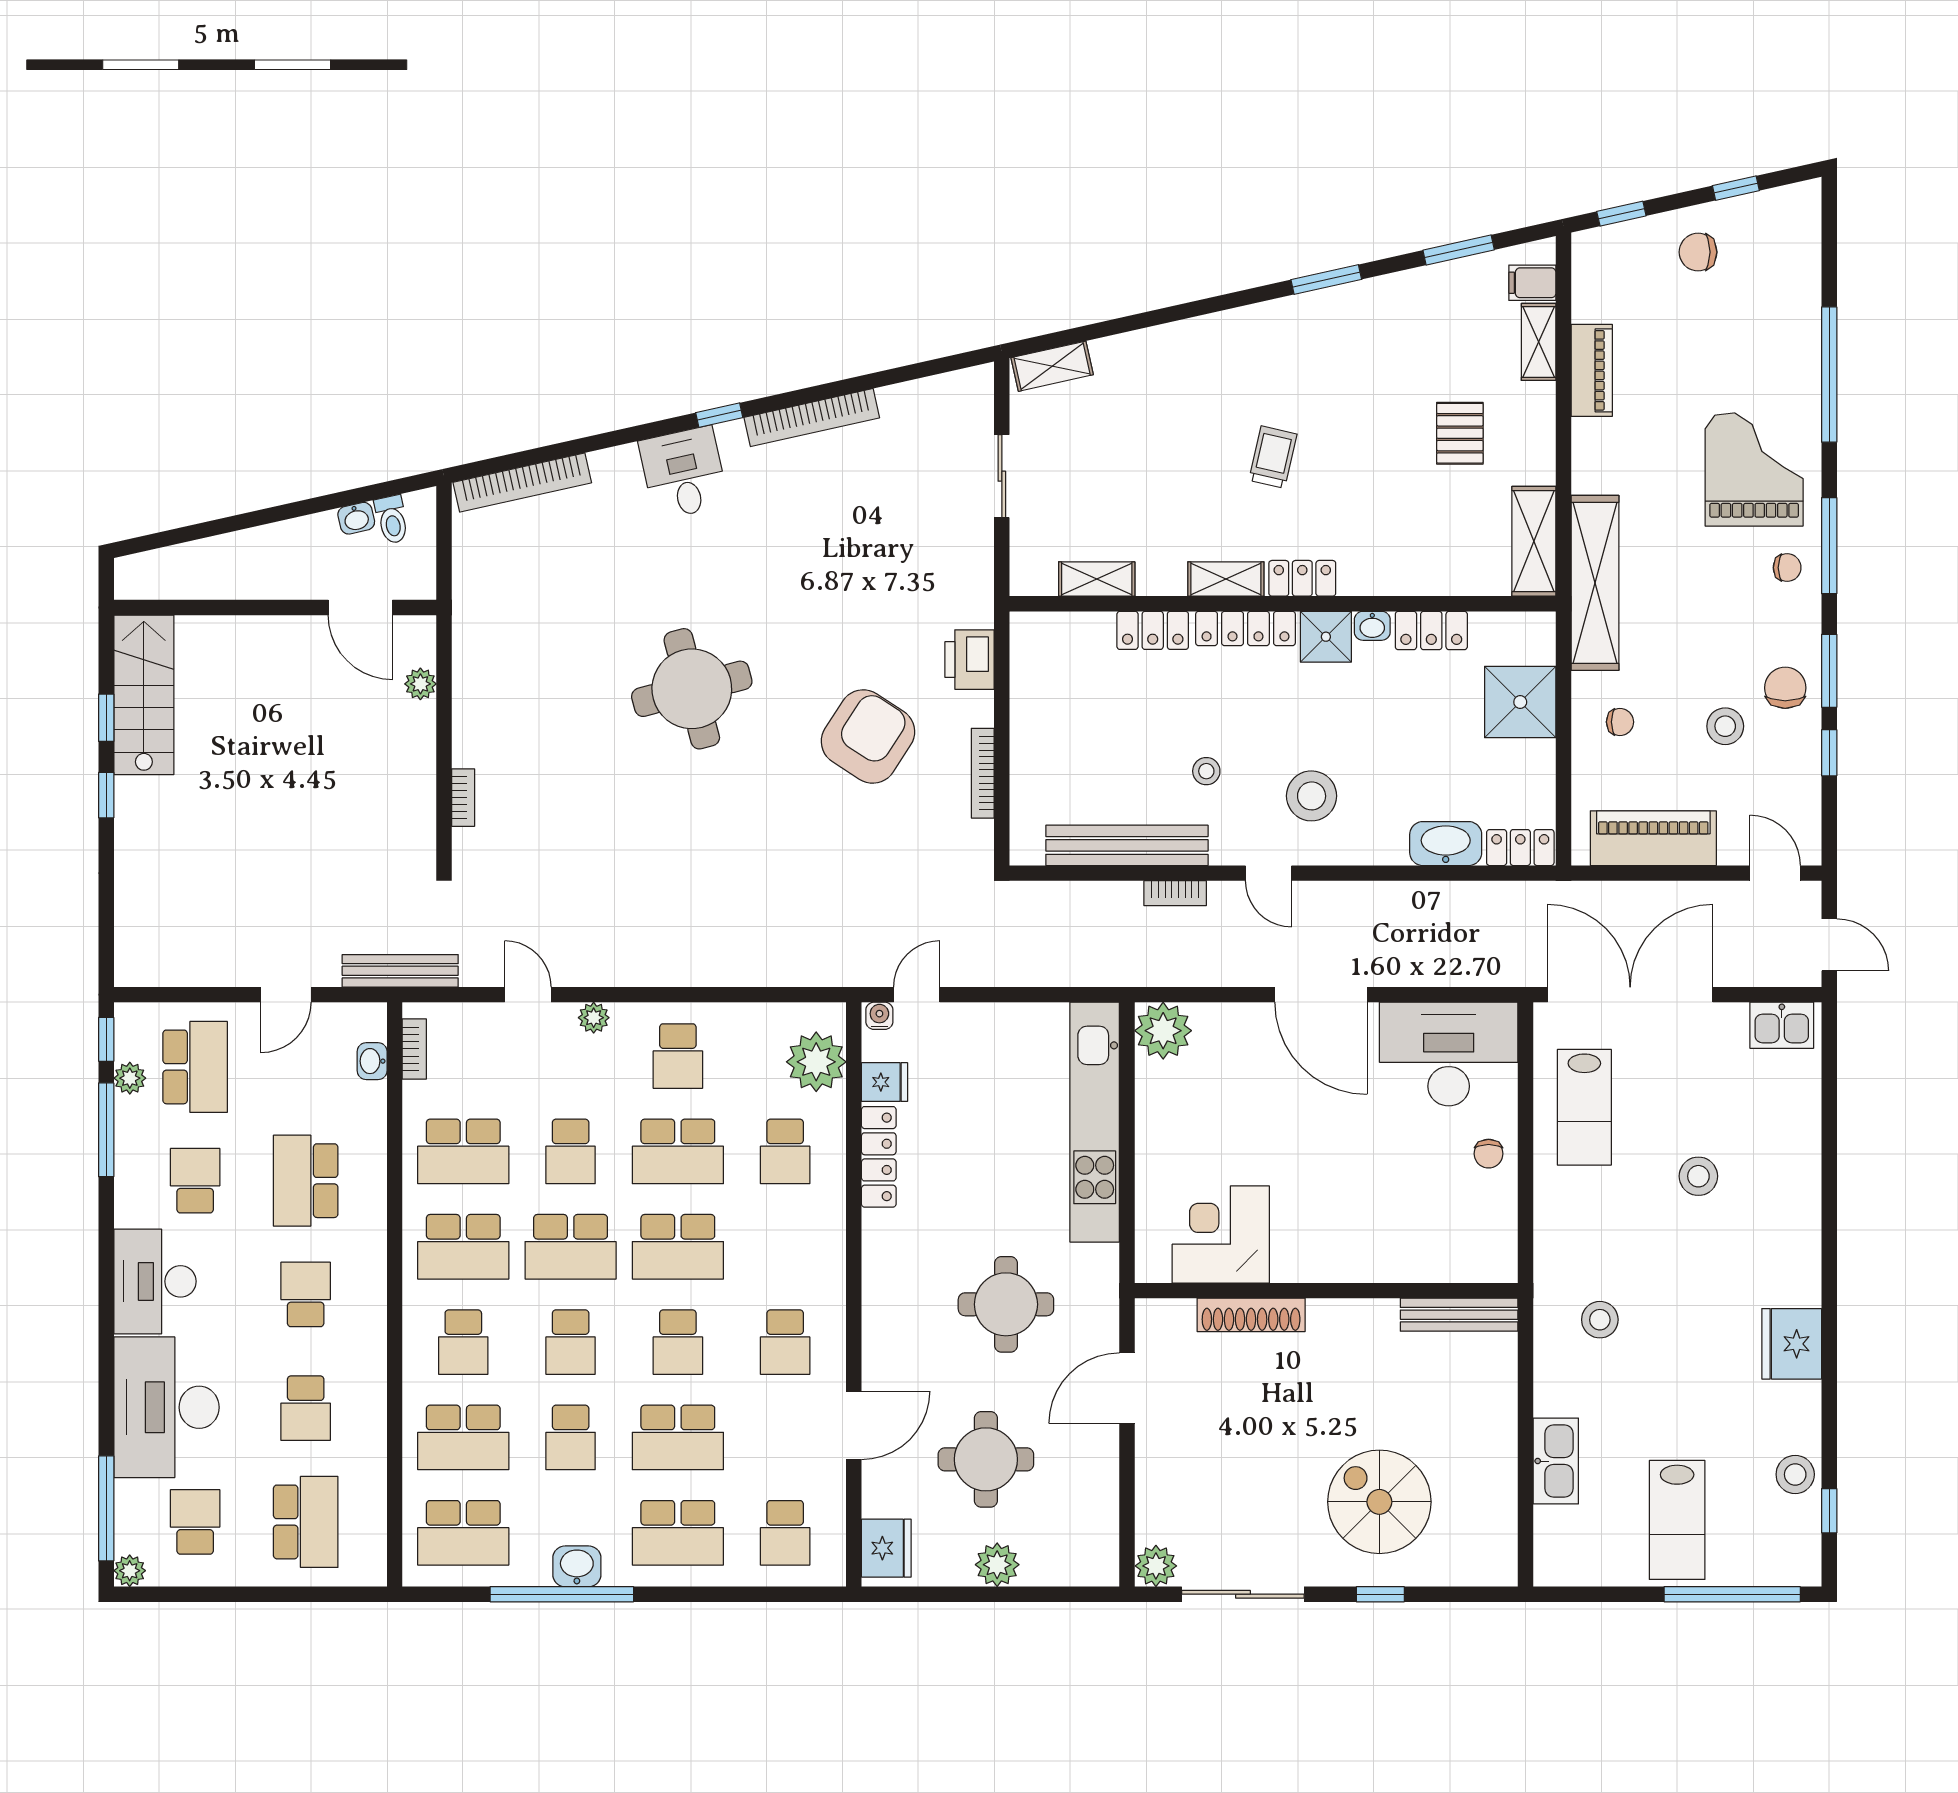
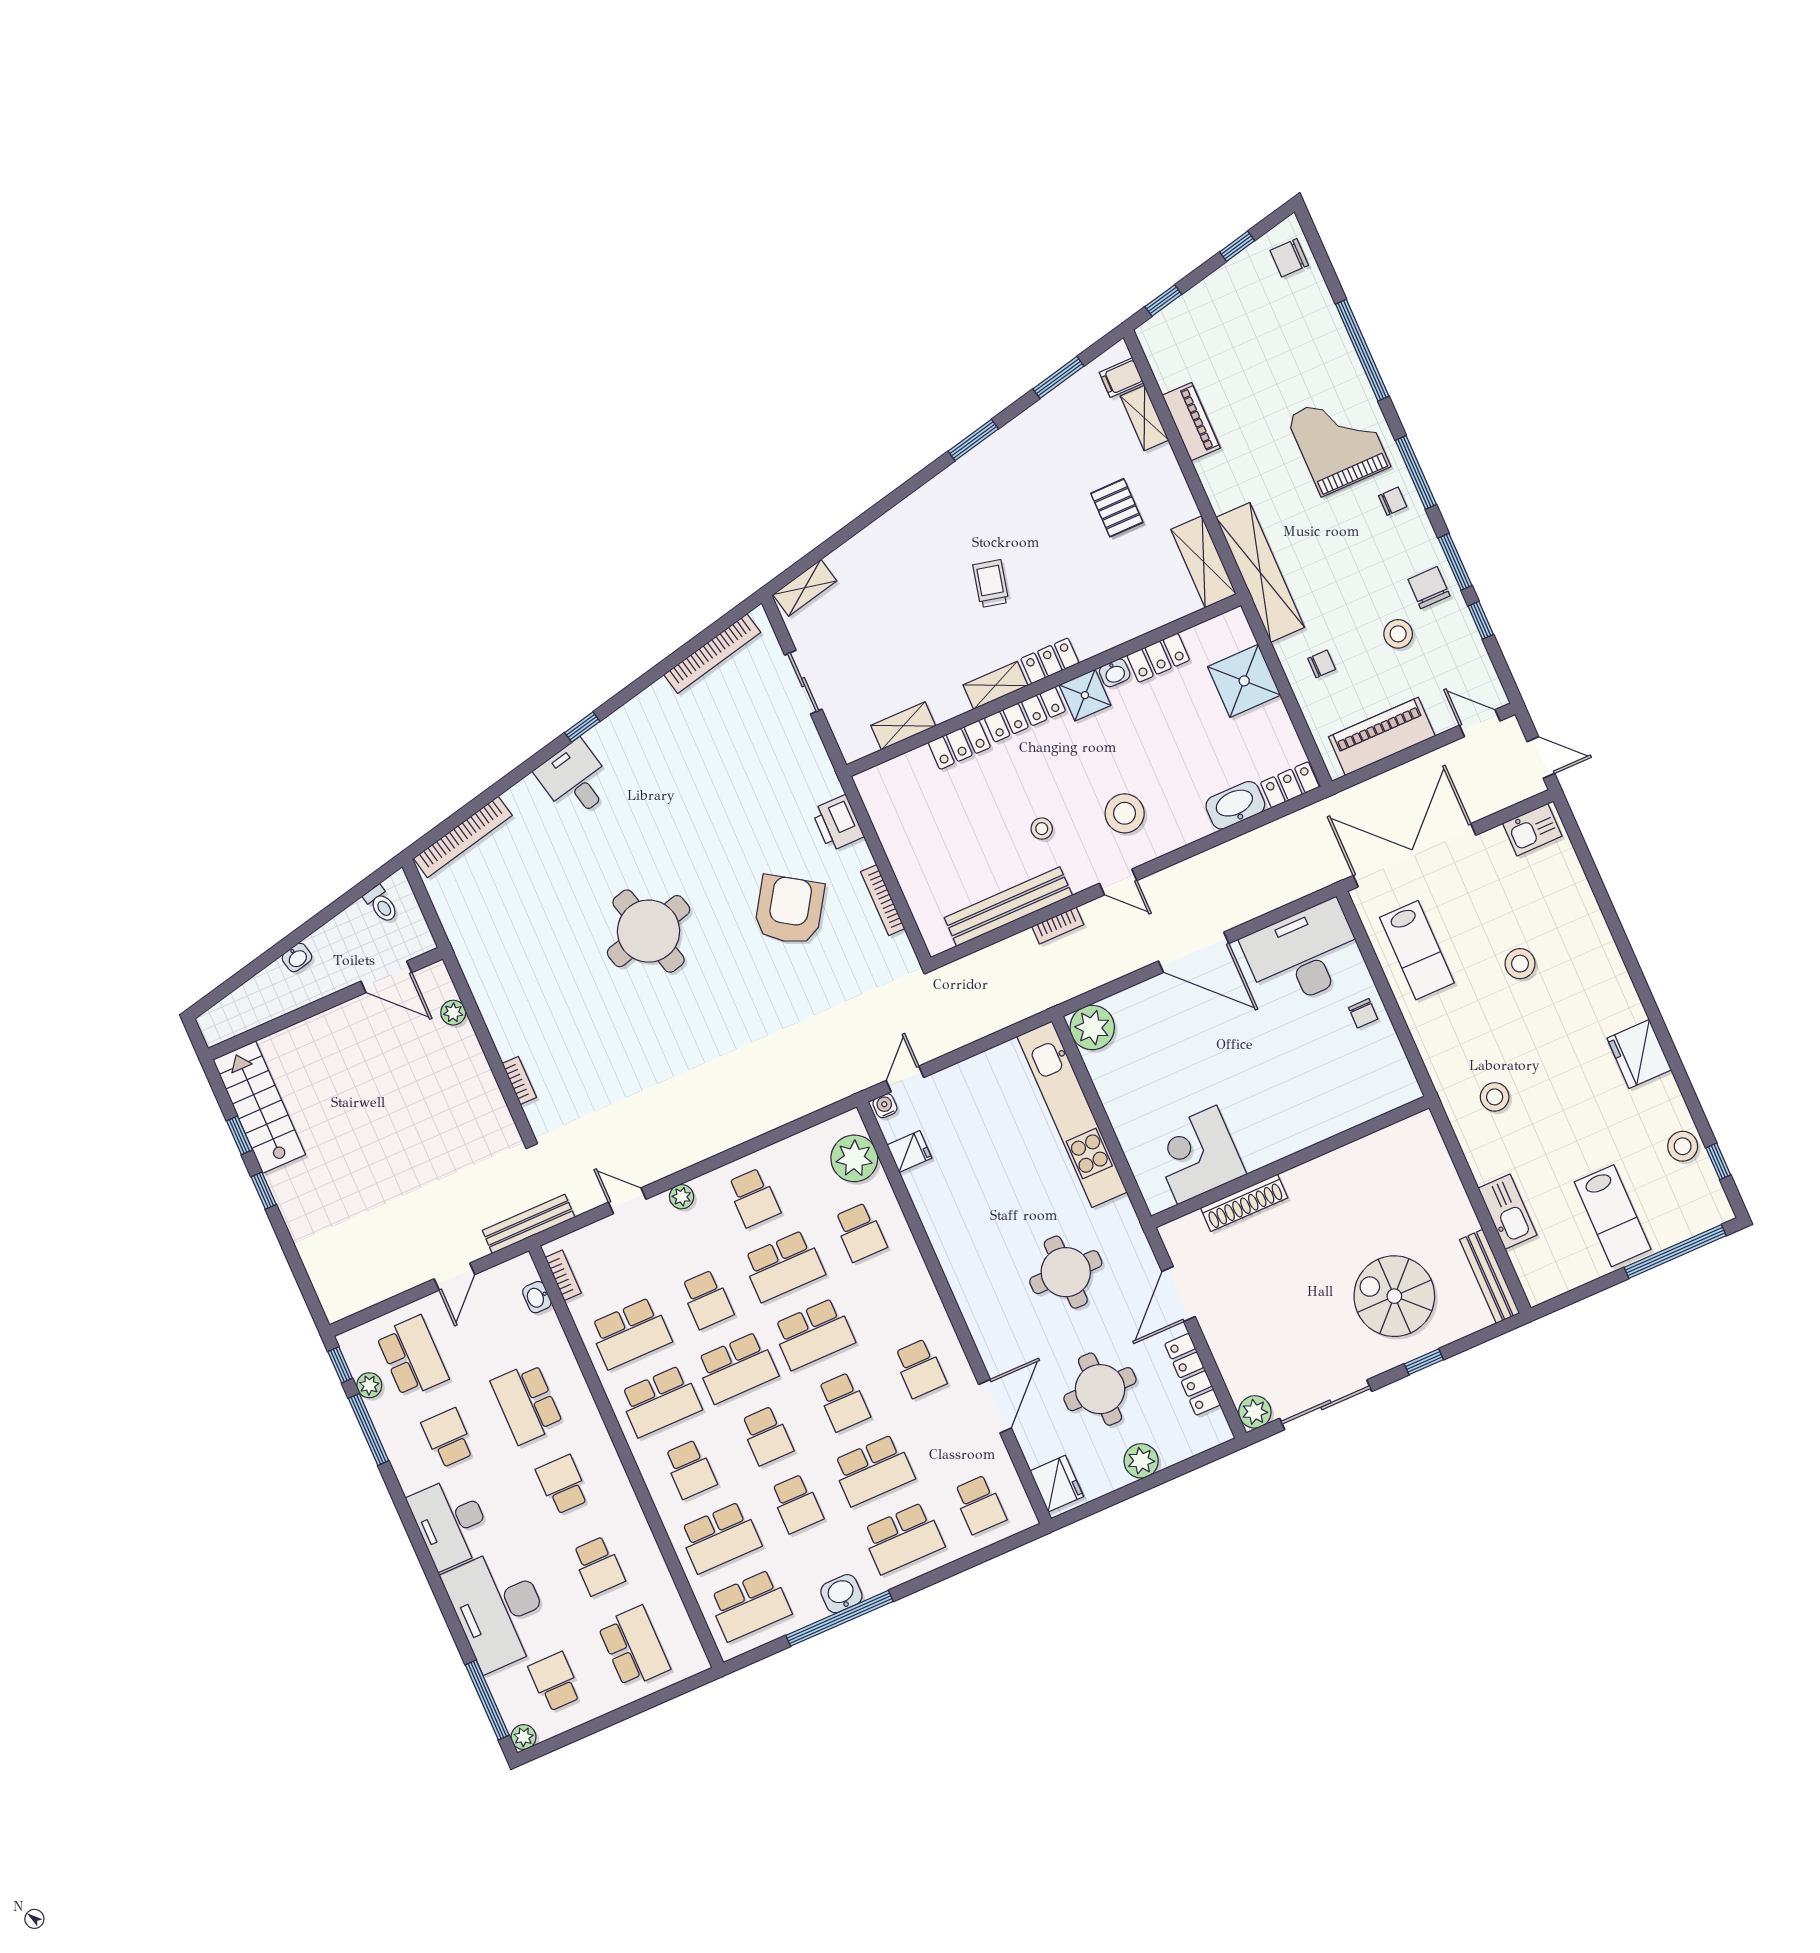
chair: (1698, 252) -> (1289, 258), moved
bookcase: (812, 418) -> (712, 654), moved
washbasin: (356, 518) -> (297, 957), moved
locker: (879, 1157) -> (1193, 1374), moved, turned 180
bench: (1459, 1315) -> (1490, 1276), moved, turned 90

